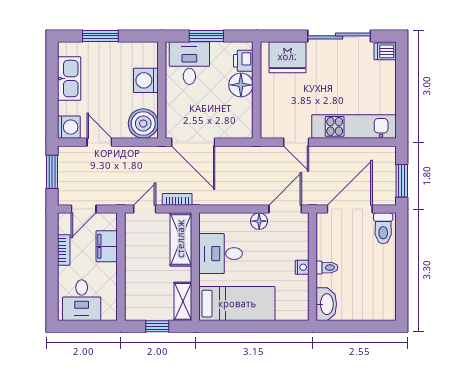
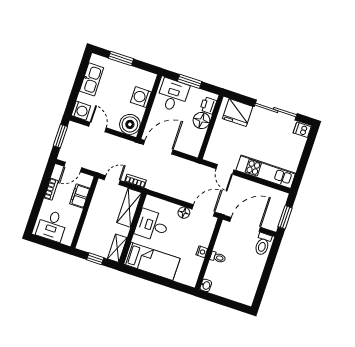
door: (193, 142) -> (158, 147), swing flipped
washbasin: (326, 304) -> (206, 285), width x0.52, depth x0.69

